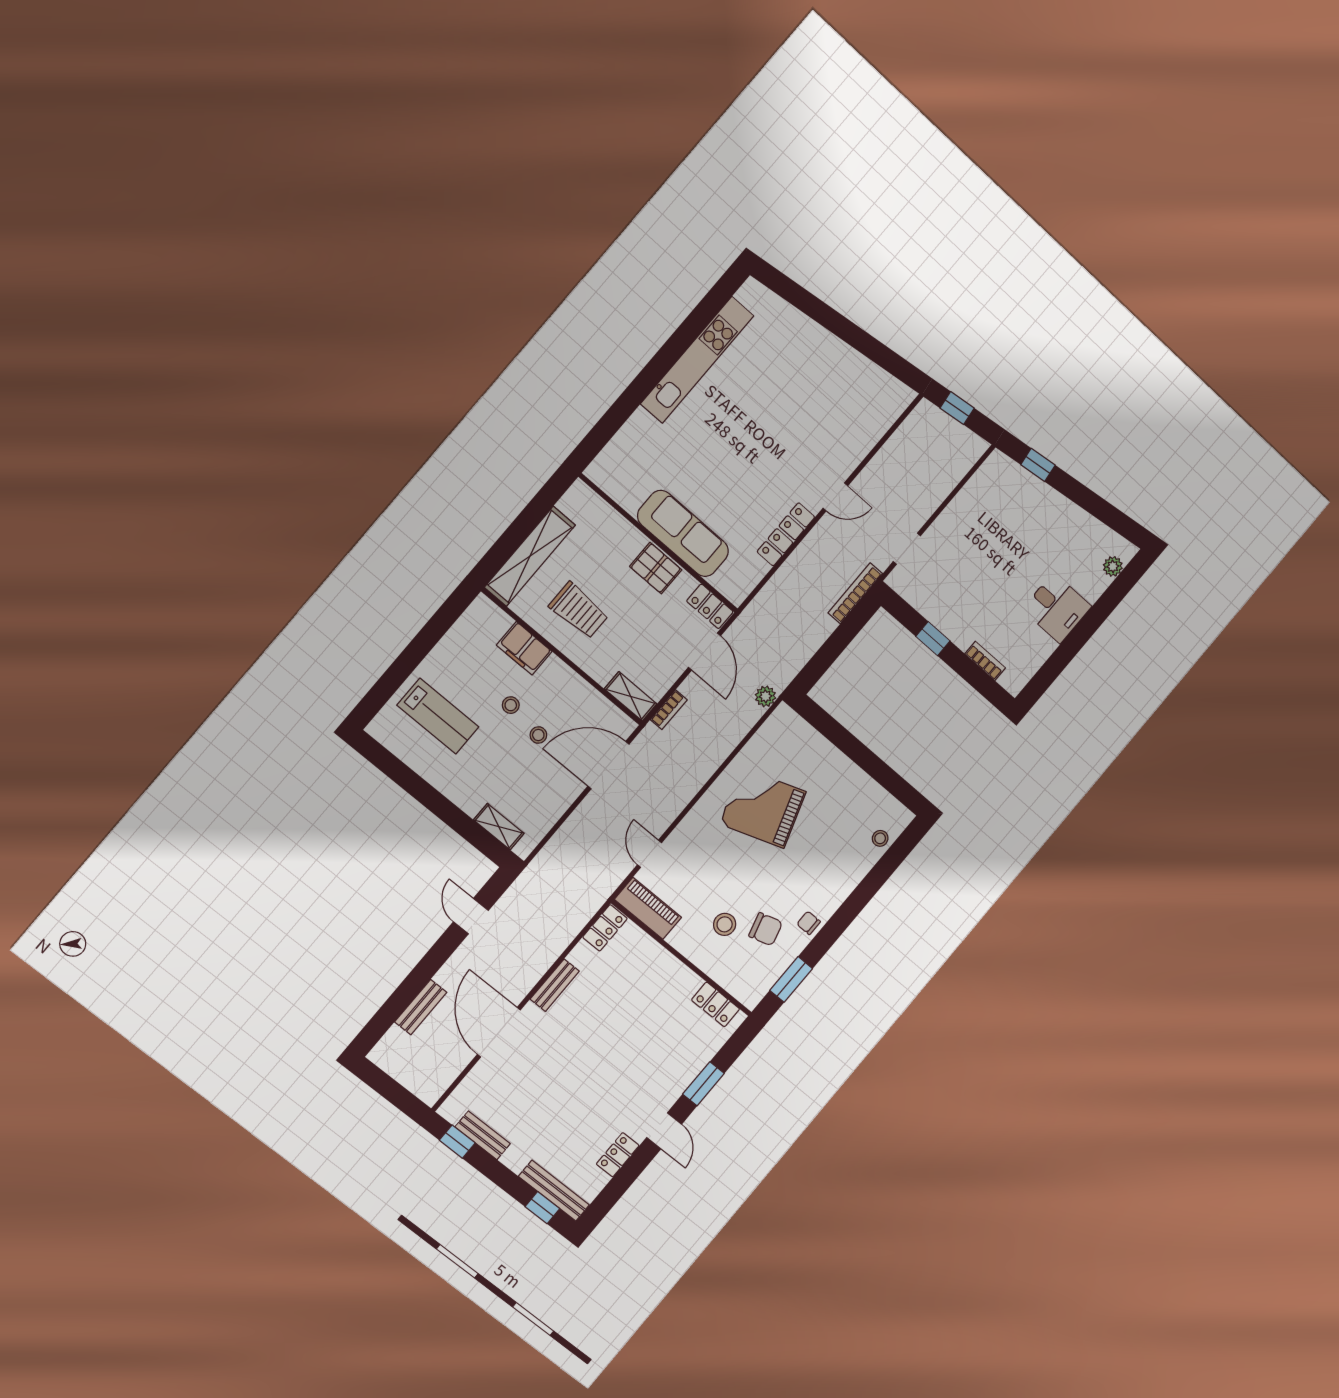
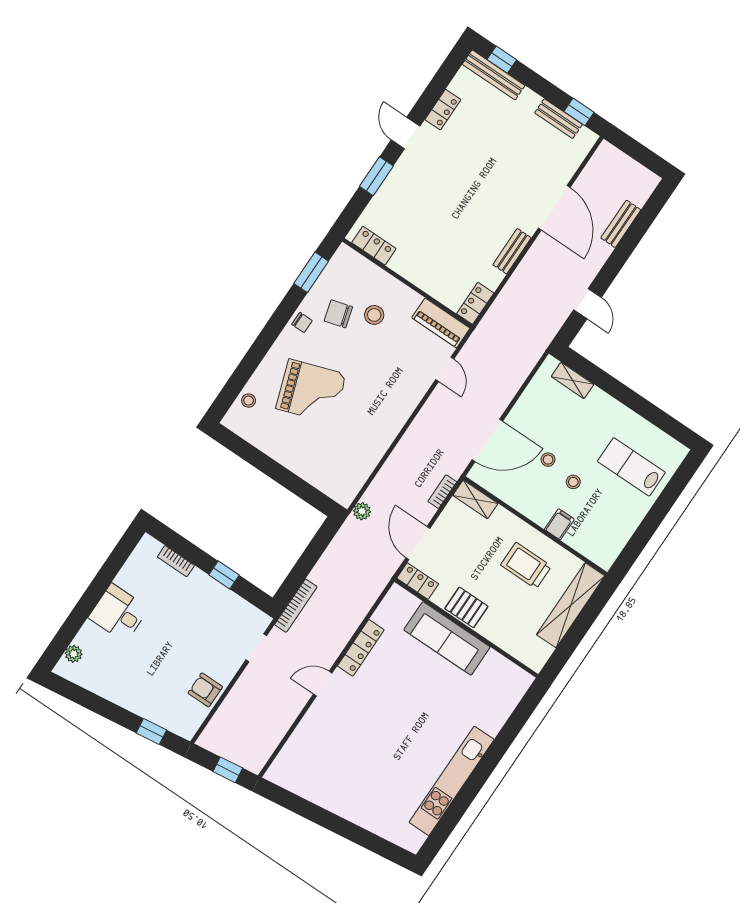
armchair: (971, 506) -> (205, 690), added
filing cabinet: (524, 648) -> (559, 524), width x0.50
grand piano: (763, 808) -> (311, 391), moved

